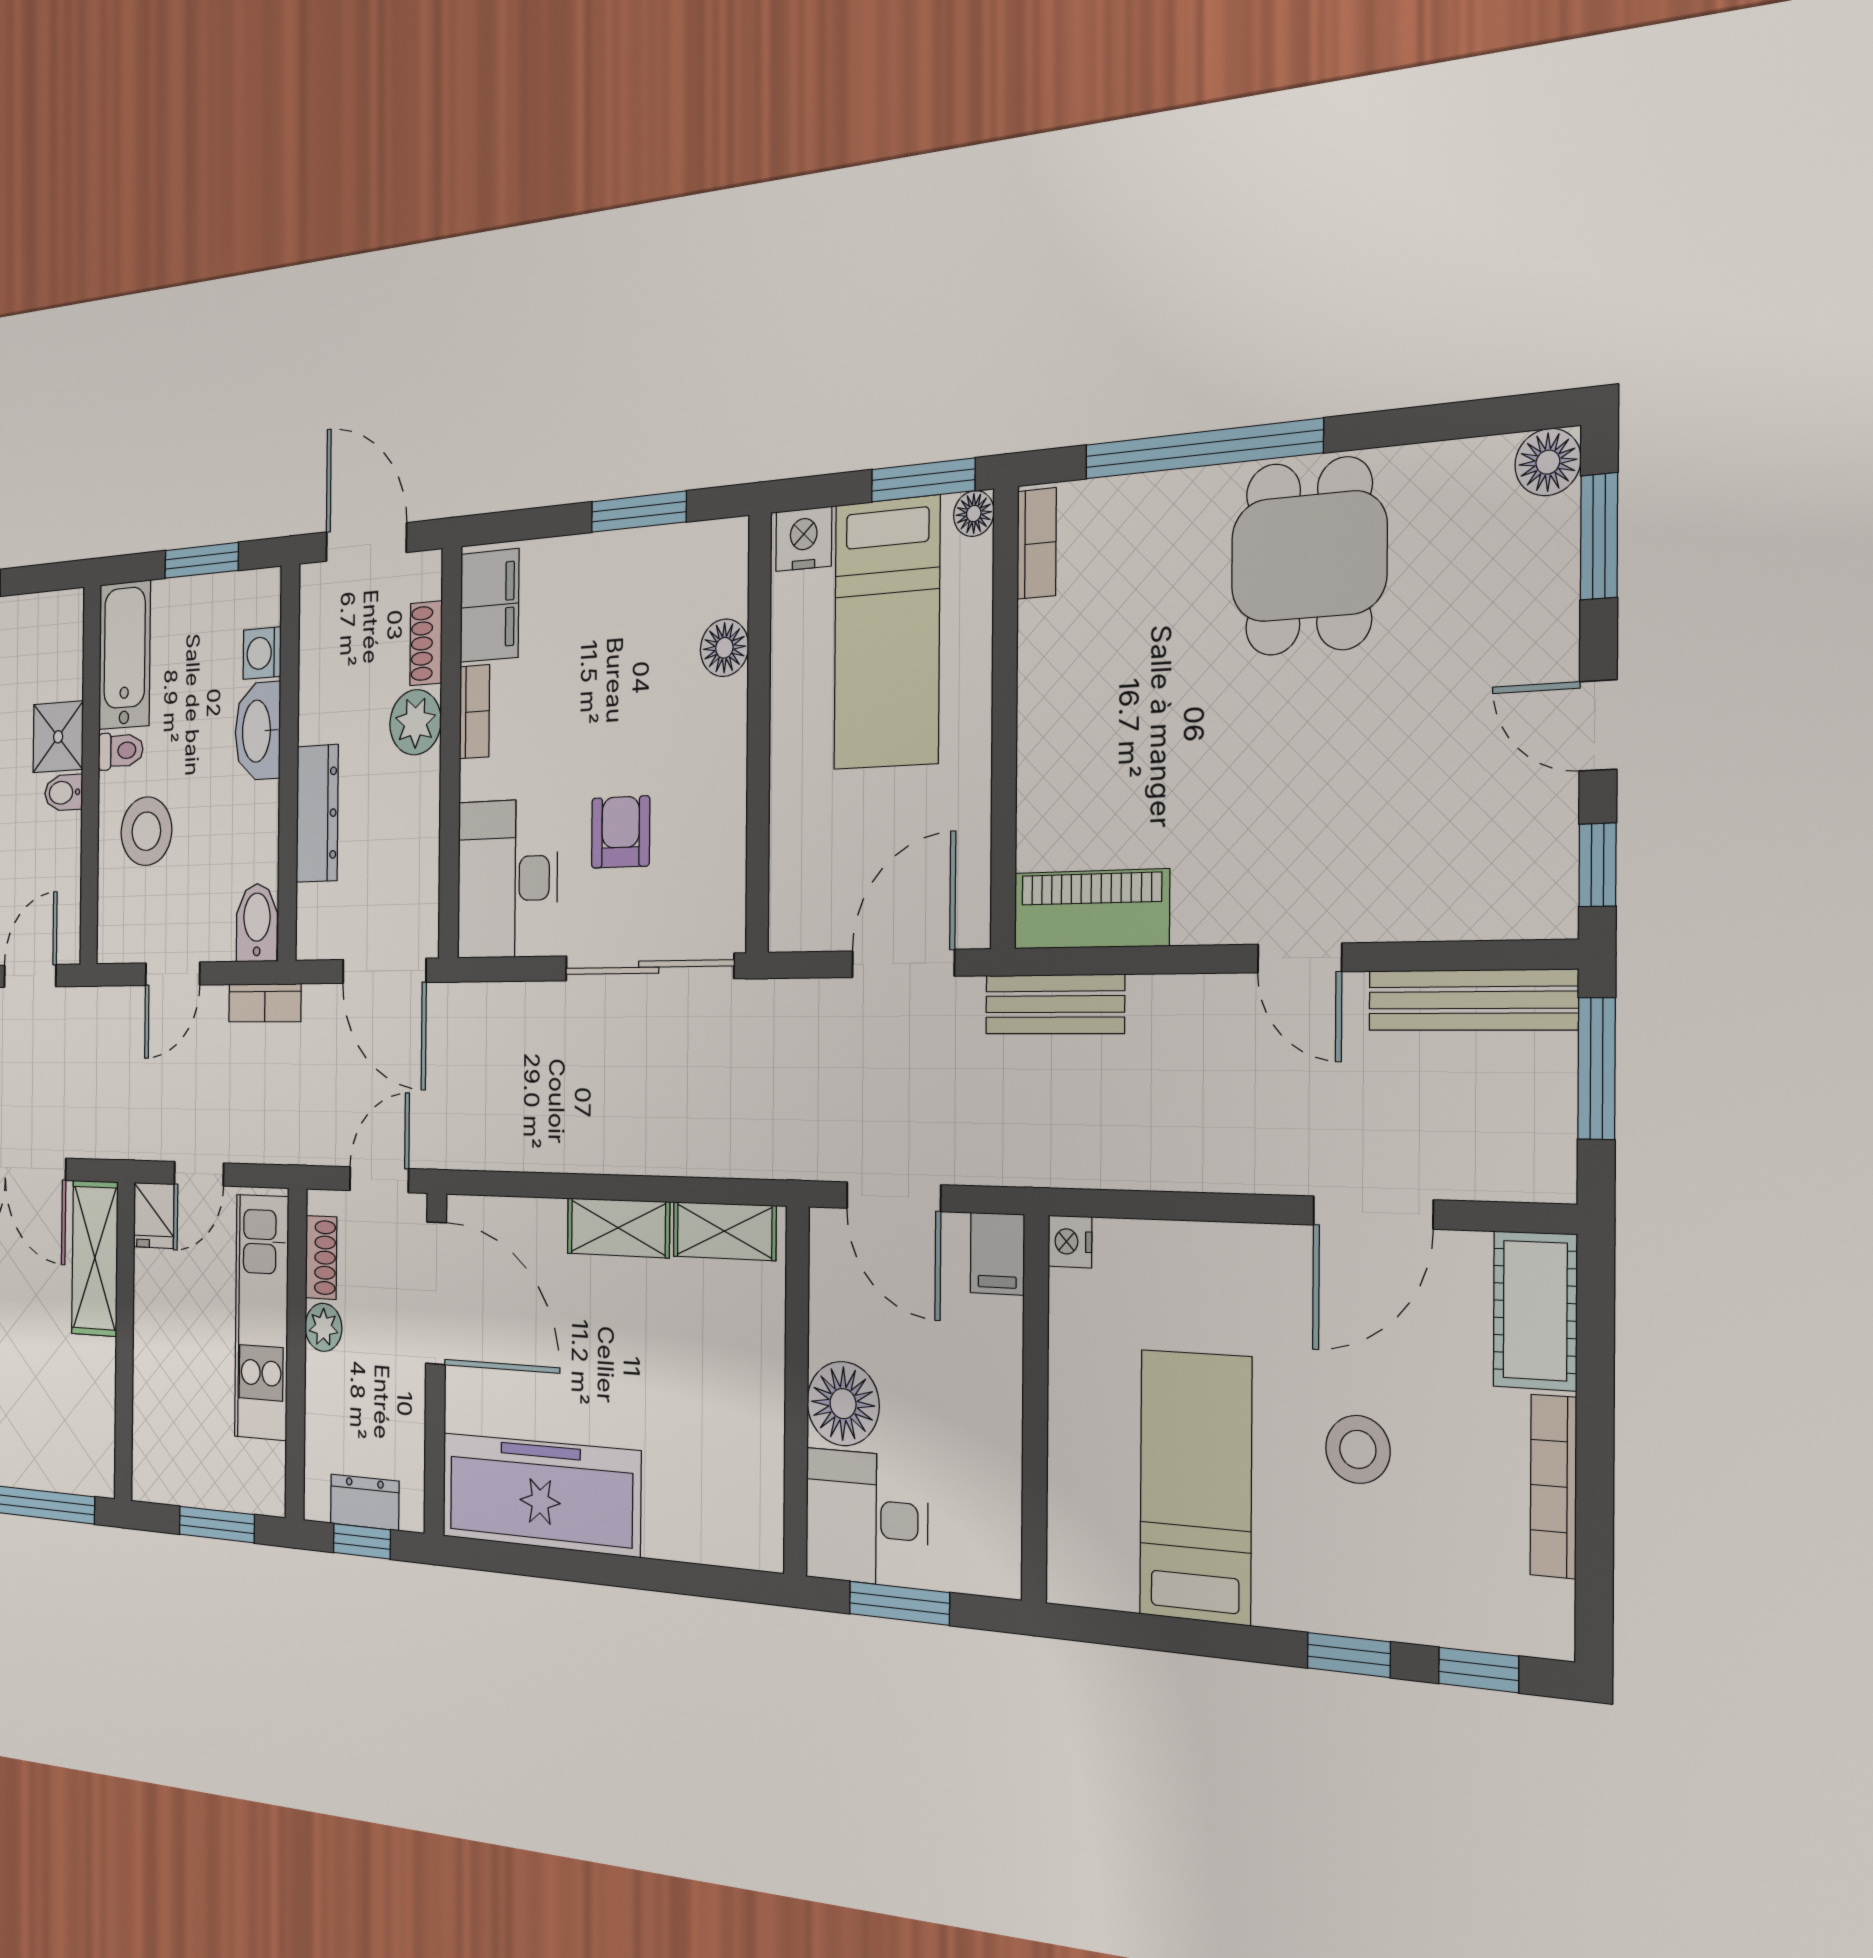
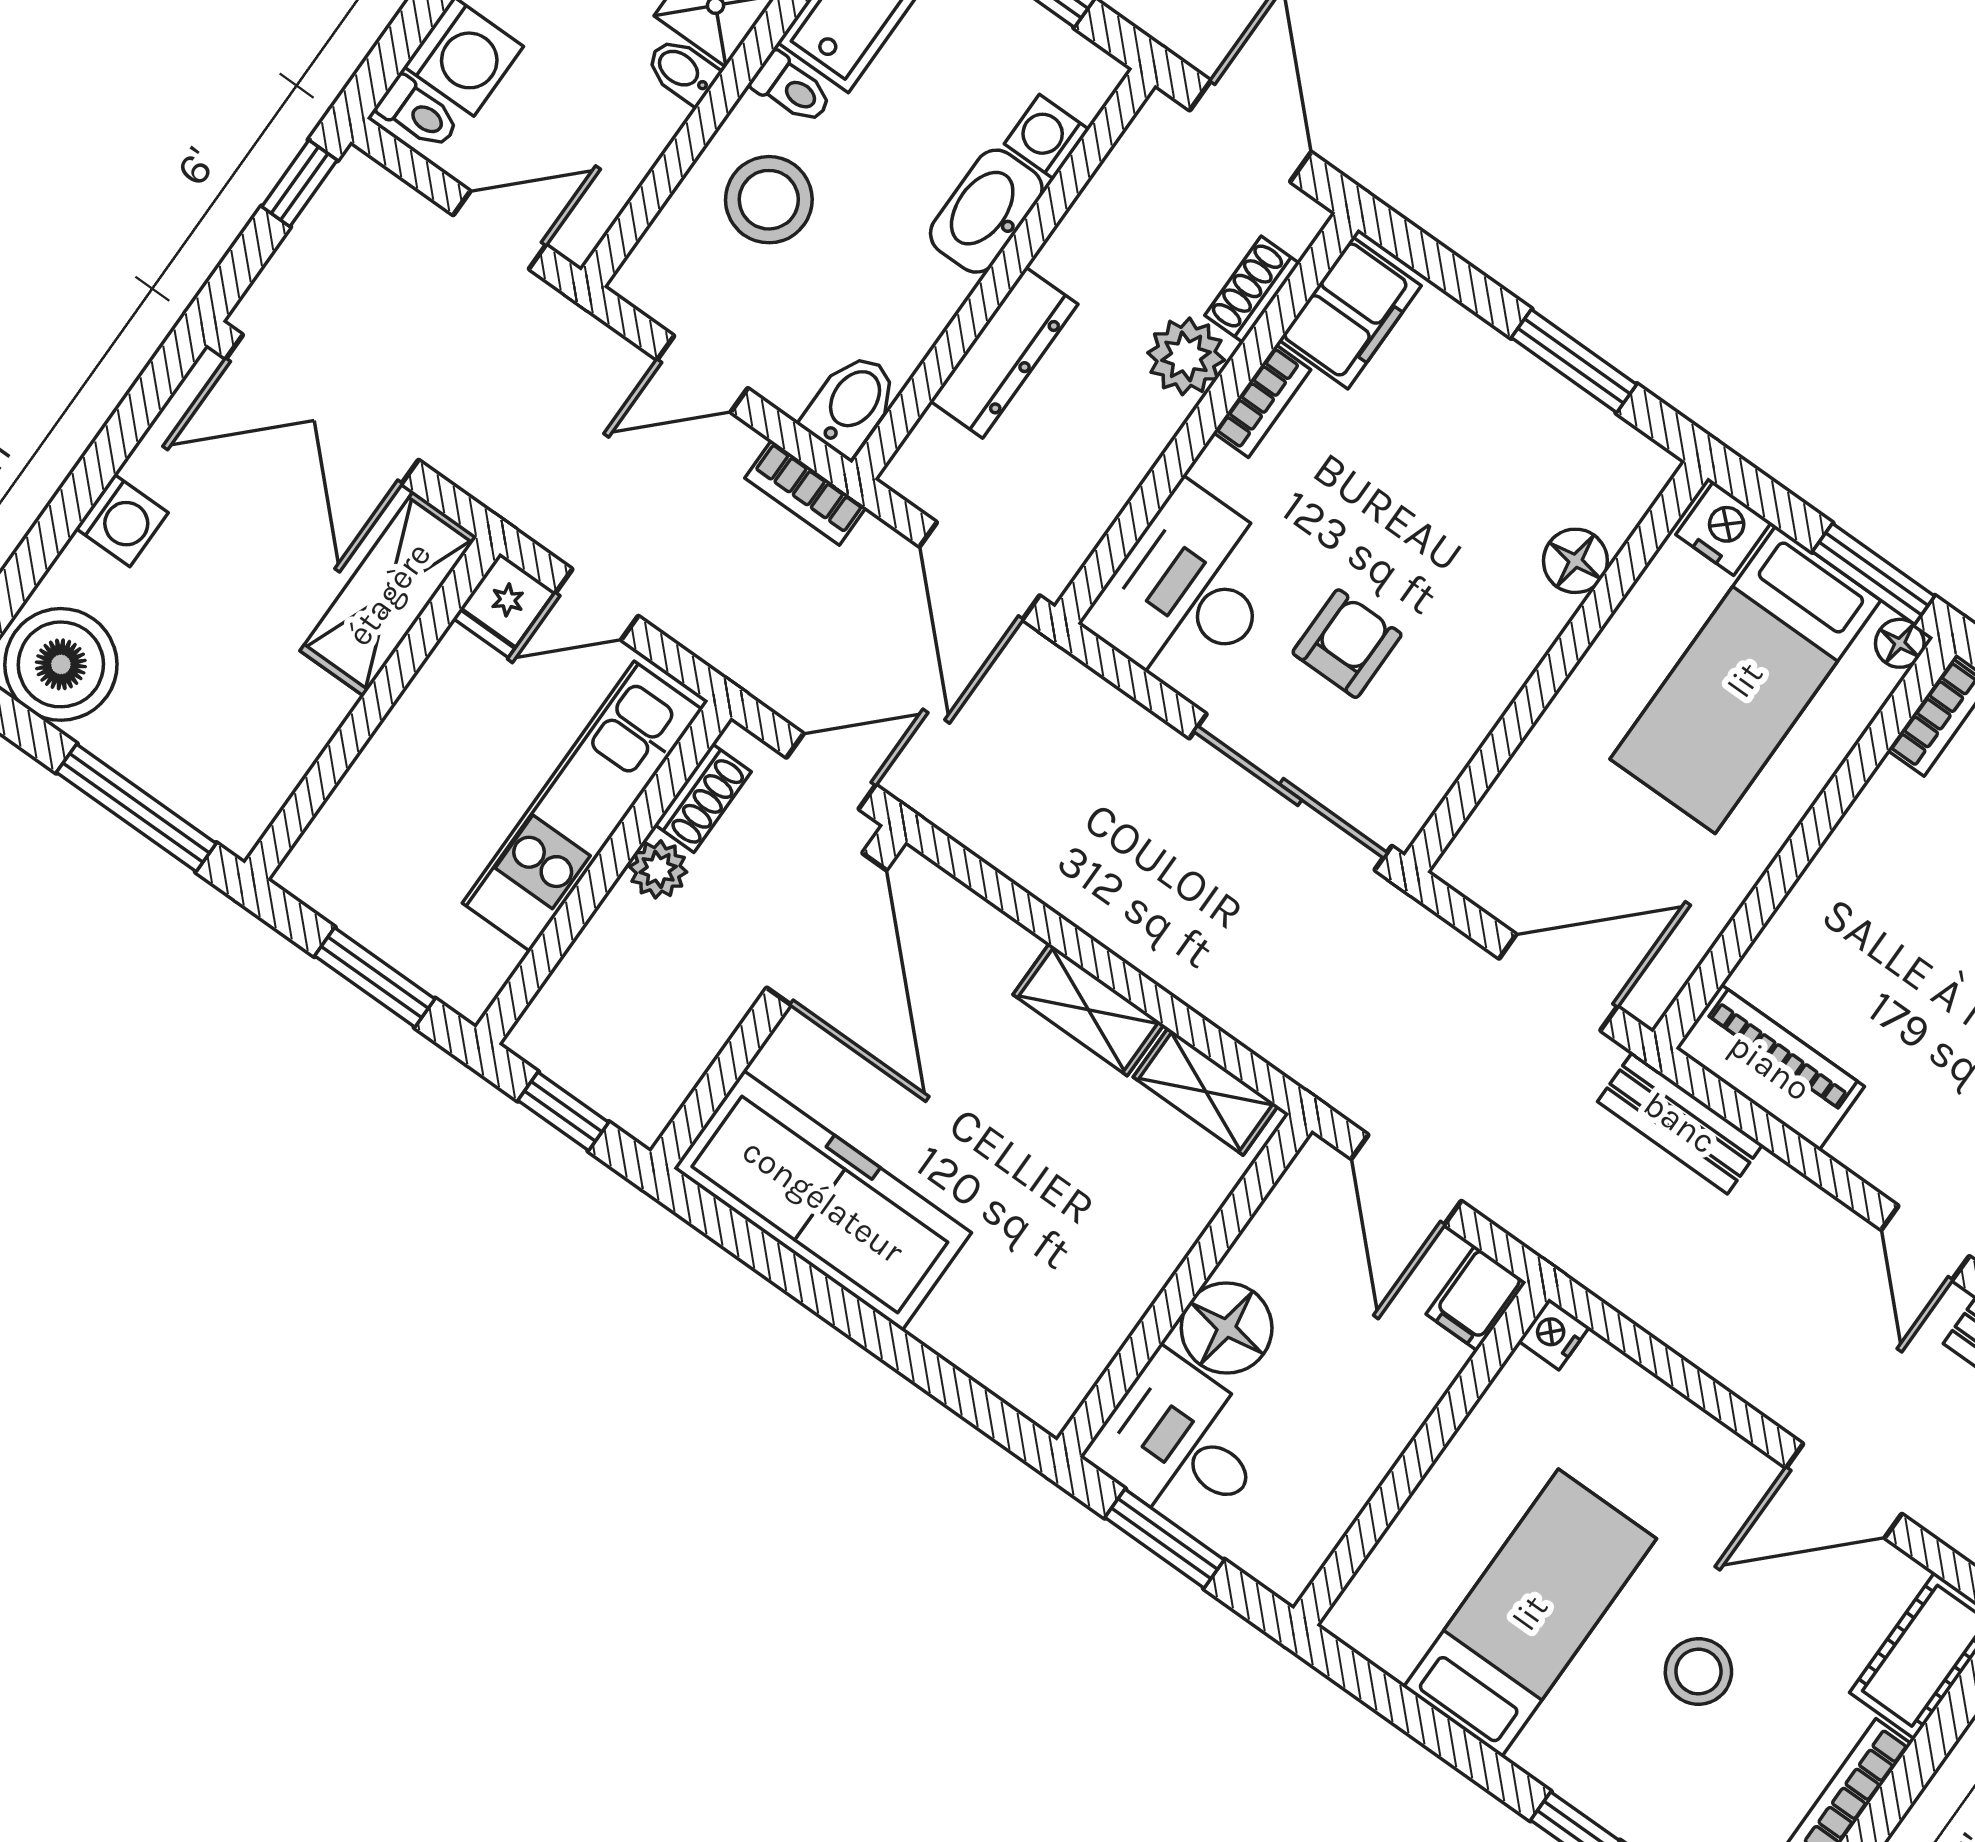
dresser: (365, 1502) -> (593, 1075), removed

